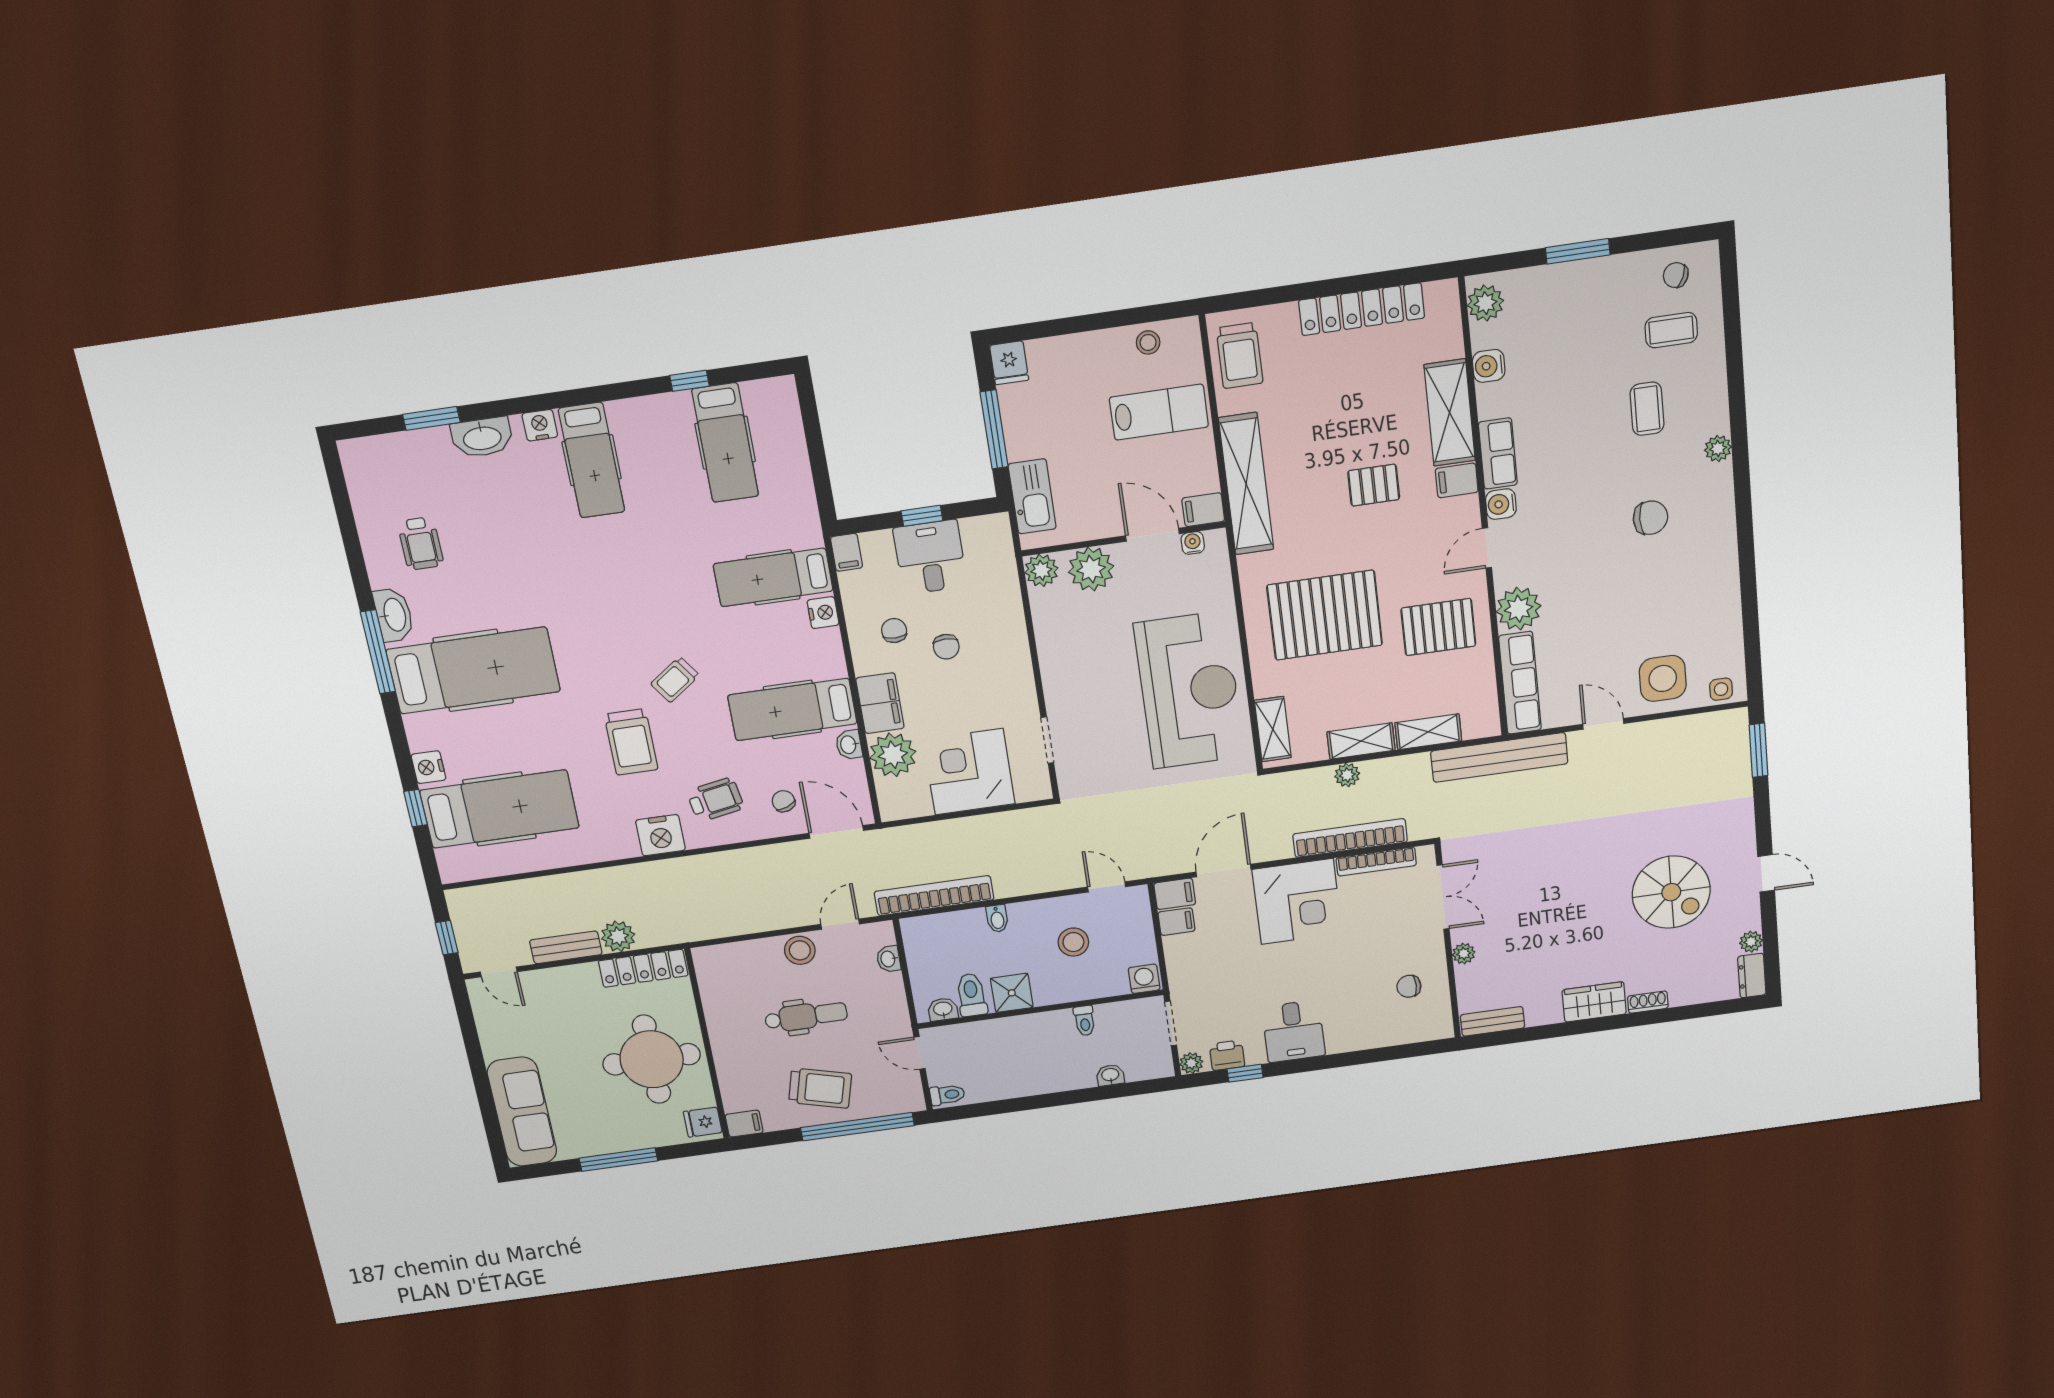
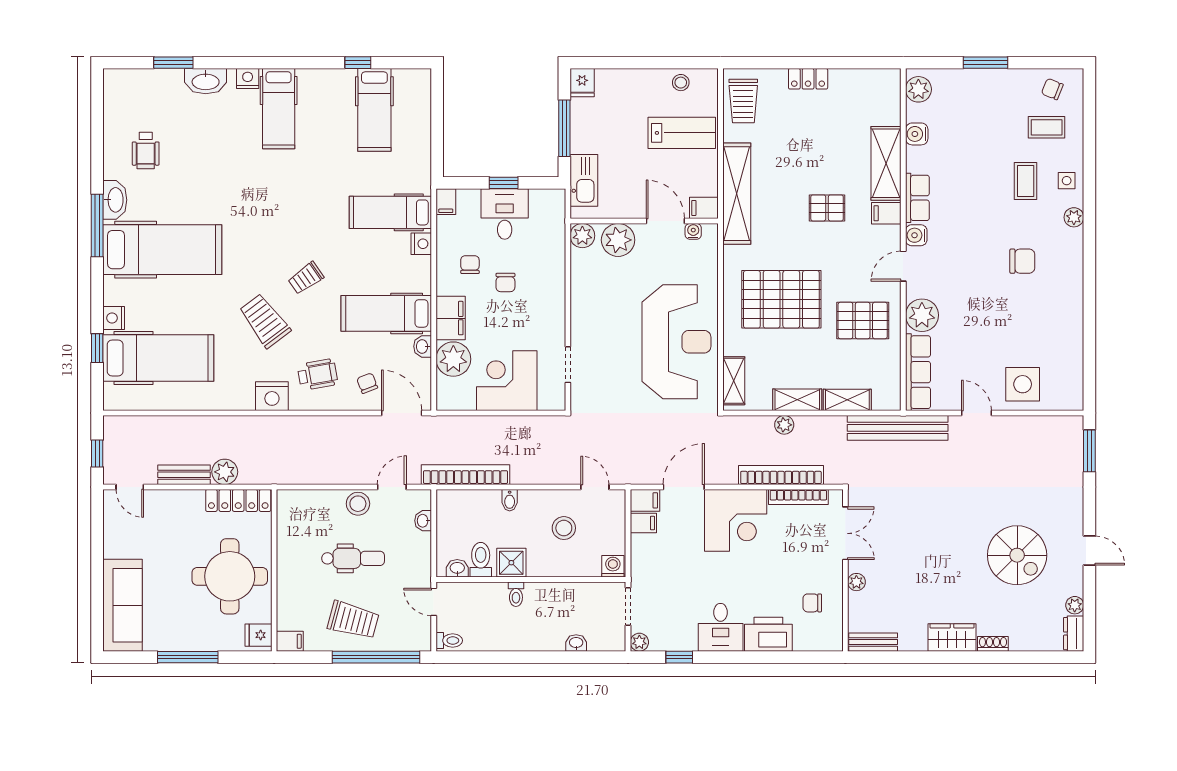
locker: (1362, 309) -> (808, 79), width x0.46, depth x0.83
side table: (1721, 689) -> (1067, 181), moved
trolley: (631, 742) -> (265, 321), turned 143
toilet: (1085, 1021) -> (516, 594), moved
printer: (1227, 1055) -> (768, 634), moved, width x1.87, depth x1.48

